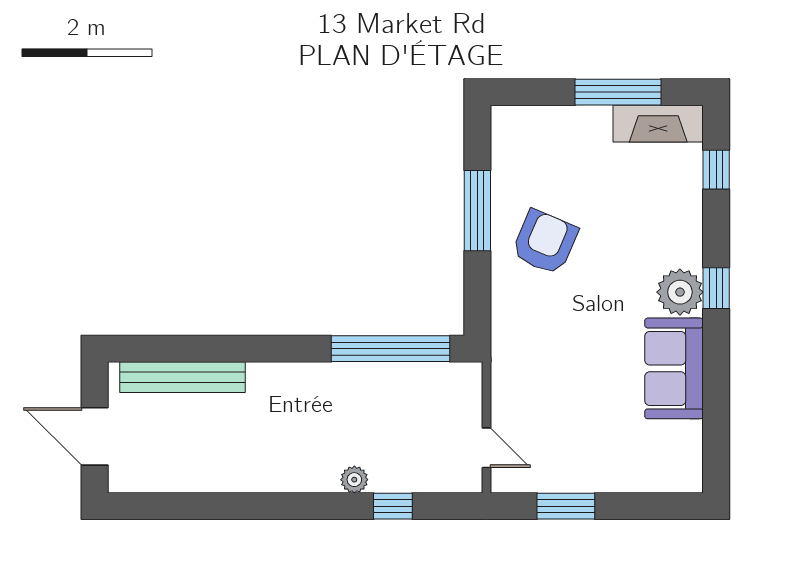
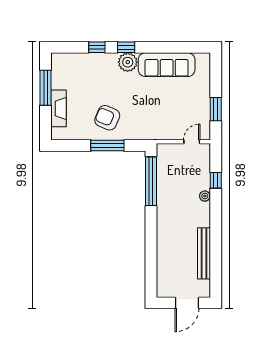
fireplace: (658, 124) -> (59, 108), moved
window: (716, 170) -> (97, 47), moved
window: (477, 211) -> (107, 145), moved
sofa: (674, 368) -> (167, 65), width x1.36
bench: (183, 377) -> (204, 253), moved

